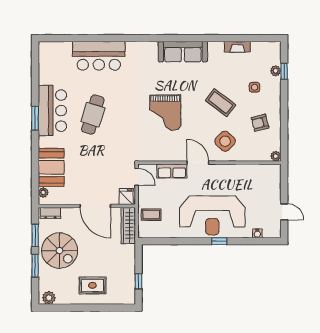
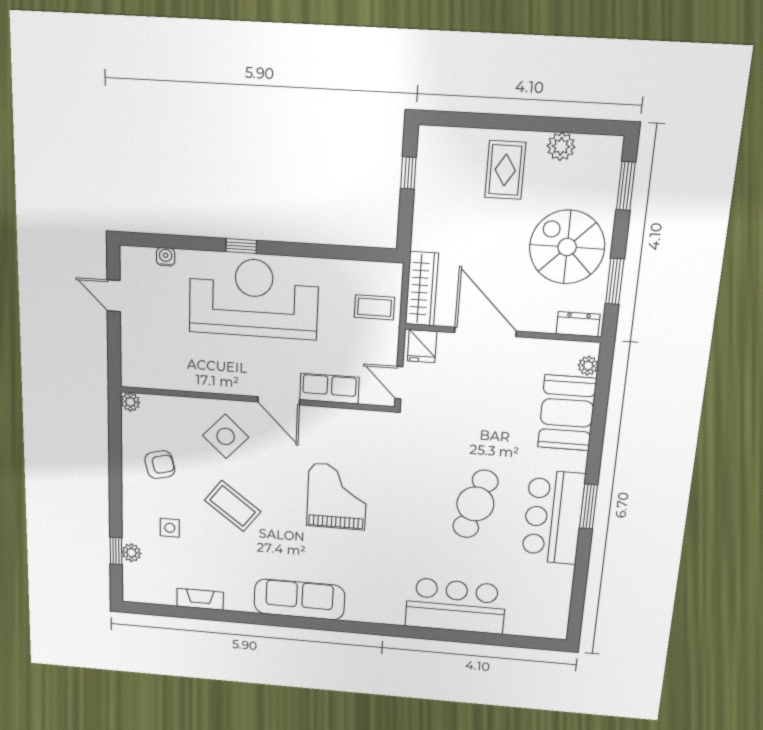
window: (35, 266) -> (626, 186), moved
rug: (92, 285) -> (505, 170), turned 90
plant: (49, 298) -> (561, 146), moved

